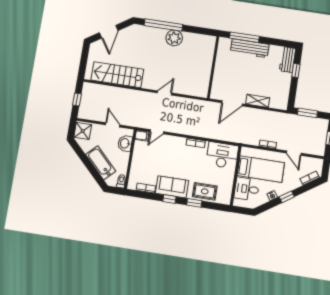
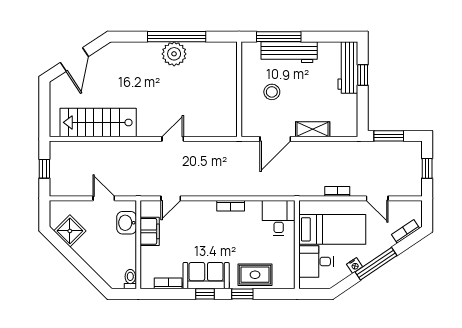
window: (163, 25) -> (177, 37), moved
workbench: (288, 60) -> (348, 68), width x1.38
stool: (234, 72) -> (272, 92), added
shower: (83, 131) -> (70, 231), moved, turned 45
filing cabinet: (142, 136) -> (150, 231), moved, width x2.00
desk: (222, 155) -> (279, 218), width x0.73
bathtub: (101, 163) -> (95, 257), removed
window: (287, 197) -> (376, 264), width x2.17

